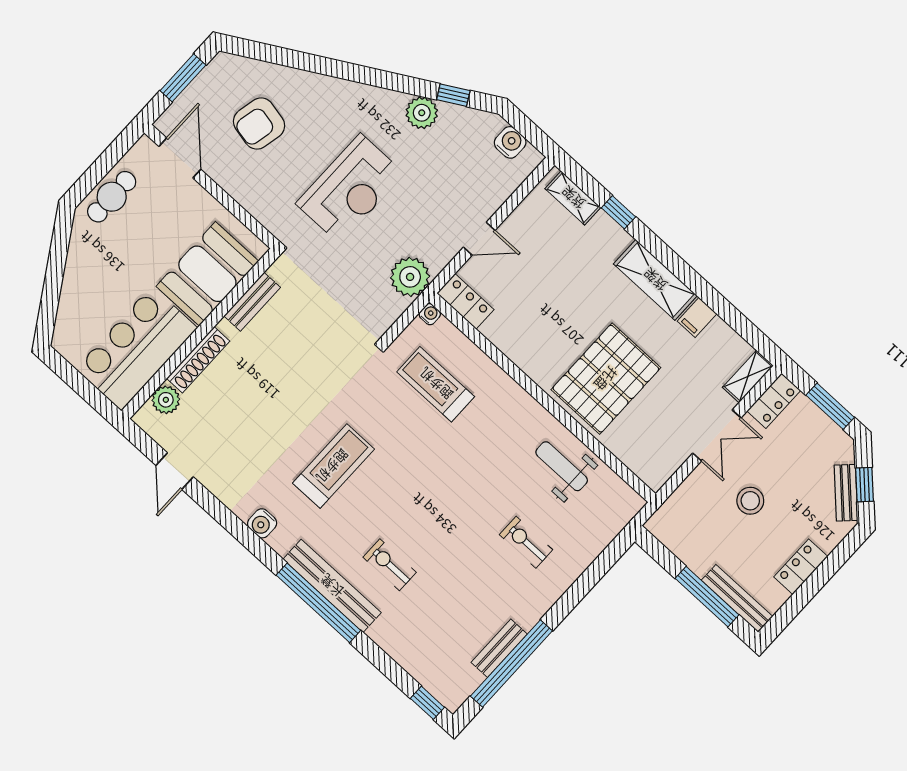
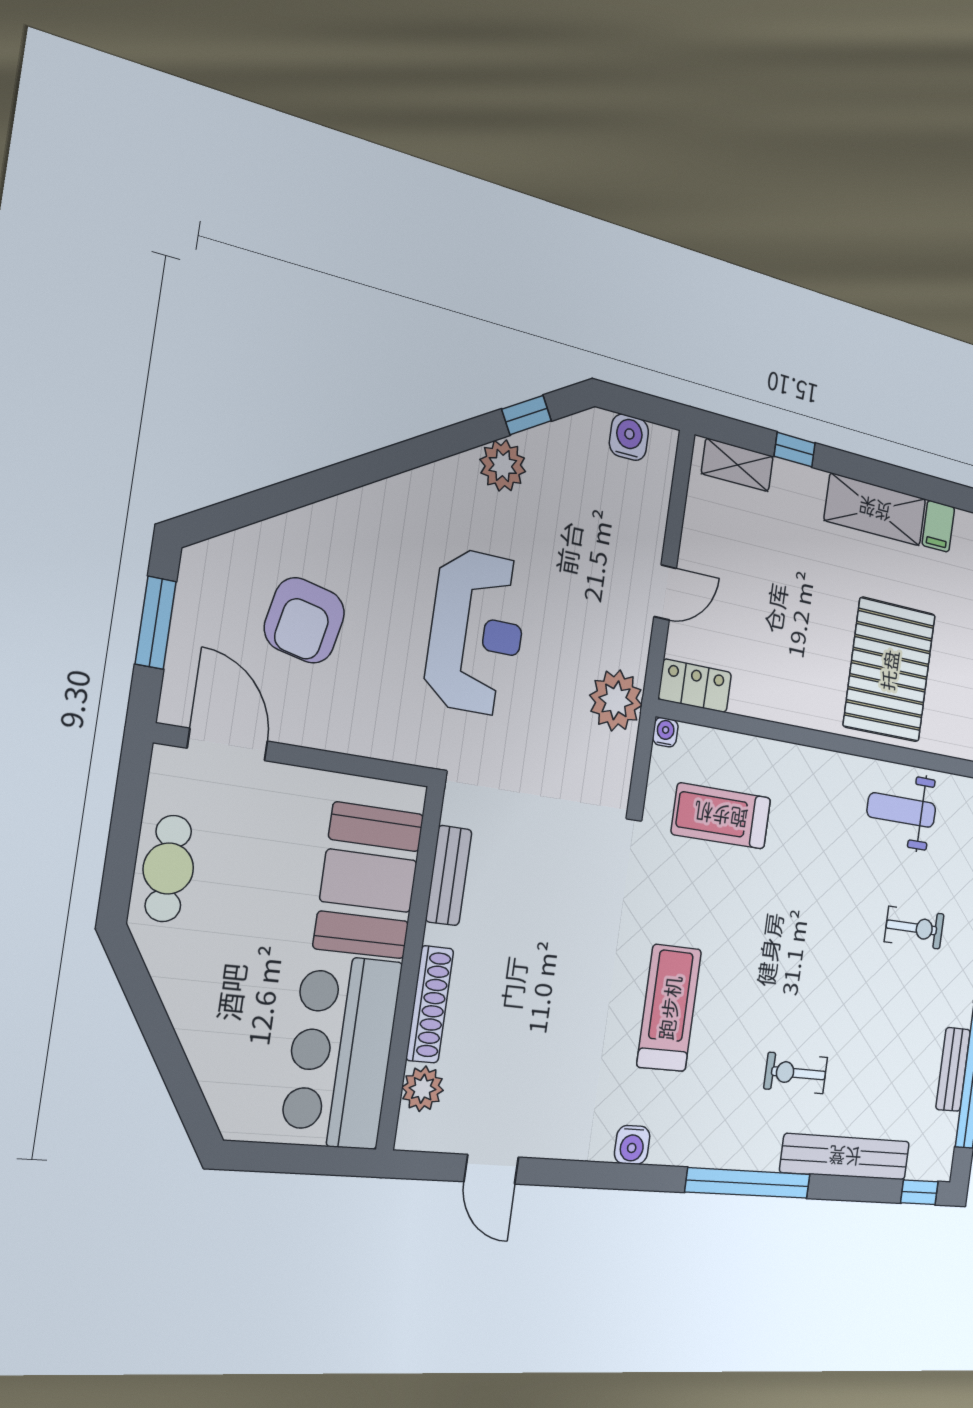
exercise bike: (526, 542) -> (914, 928), turned 180
bench: (332, 586) -> (845, 1157), moved

